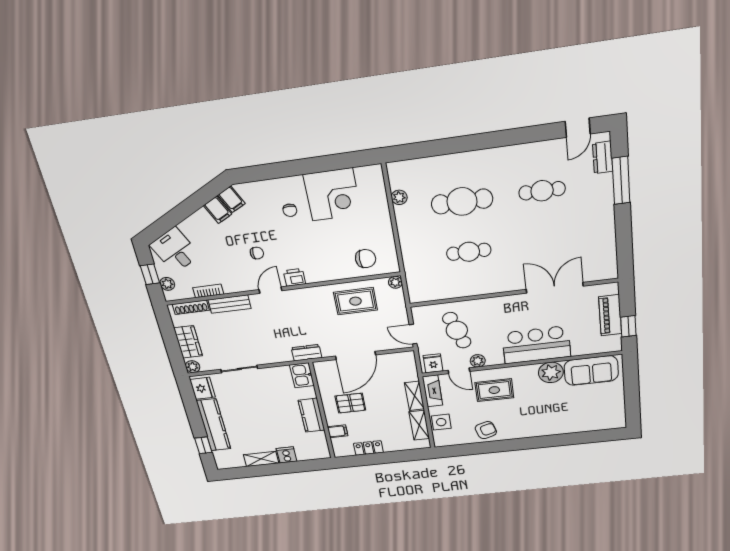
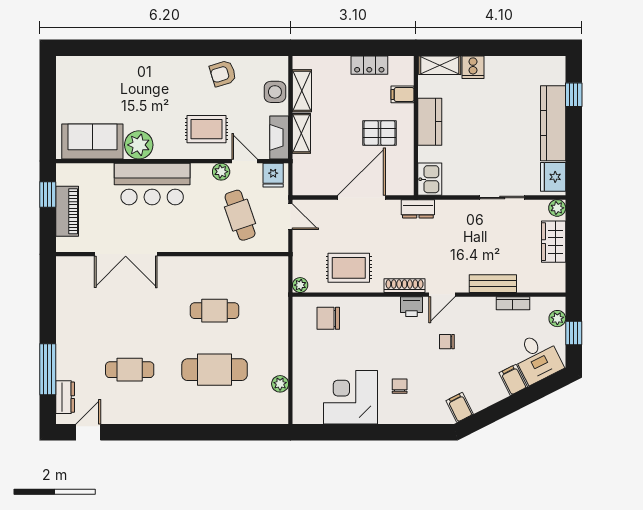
filing cabinet: (218, 210) -> (513, 380), moved
shoe rack: (191, 307) -> (405, 286), moved
shelving: (261, 459) -> (440, 65), moved

